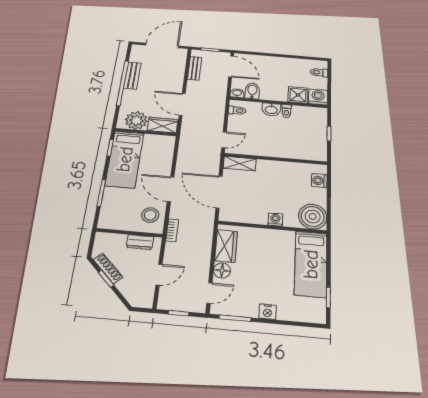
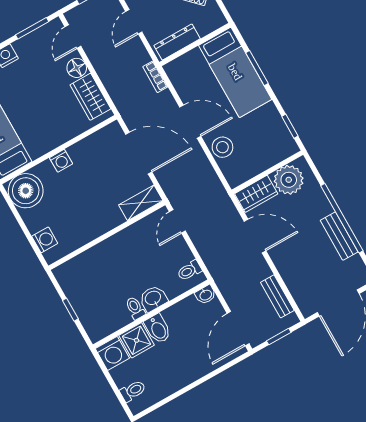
door: (231, 66) -> (238, 329), hinge flipped
bidet: (252, 91) -> (158, 329), moved
bed: (125, 159) -> (235, 72), moved, turned 180
stool: (150, 215) -> (222, 147), moved
dresser: (140, 242) -> (177, 42), width x1.44

